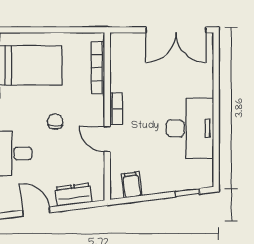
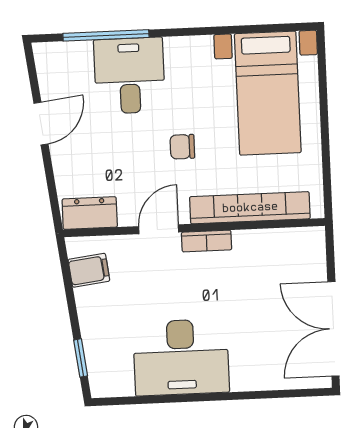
bookcase: (98, 68) -> (250, 208), width x1.48, depth x1.31
chair: (55, 122) -> (182, 147), turned 180
dresser: (74, 194) -> (90, 213), moved, turned -83

